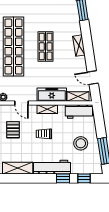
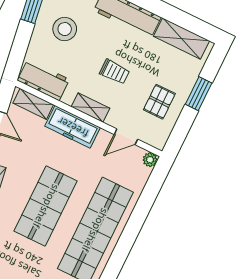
shop shelf: (46, 47) -> (46, 206), width x1.43, depth x1.36
door: (21, 103) -> (126, 137), swing flipped

